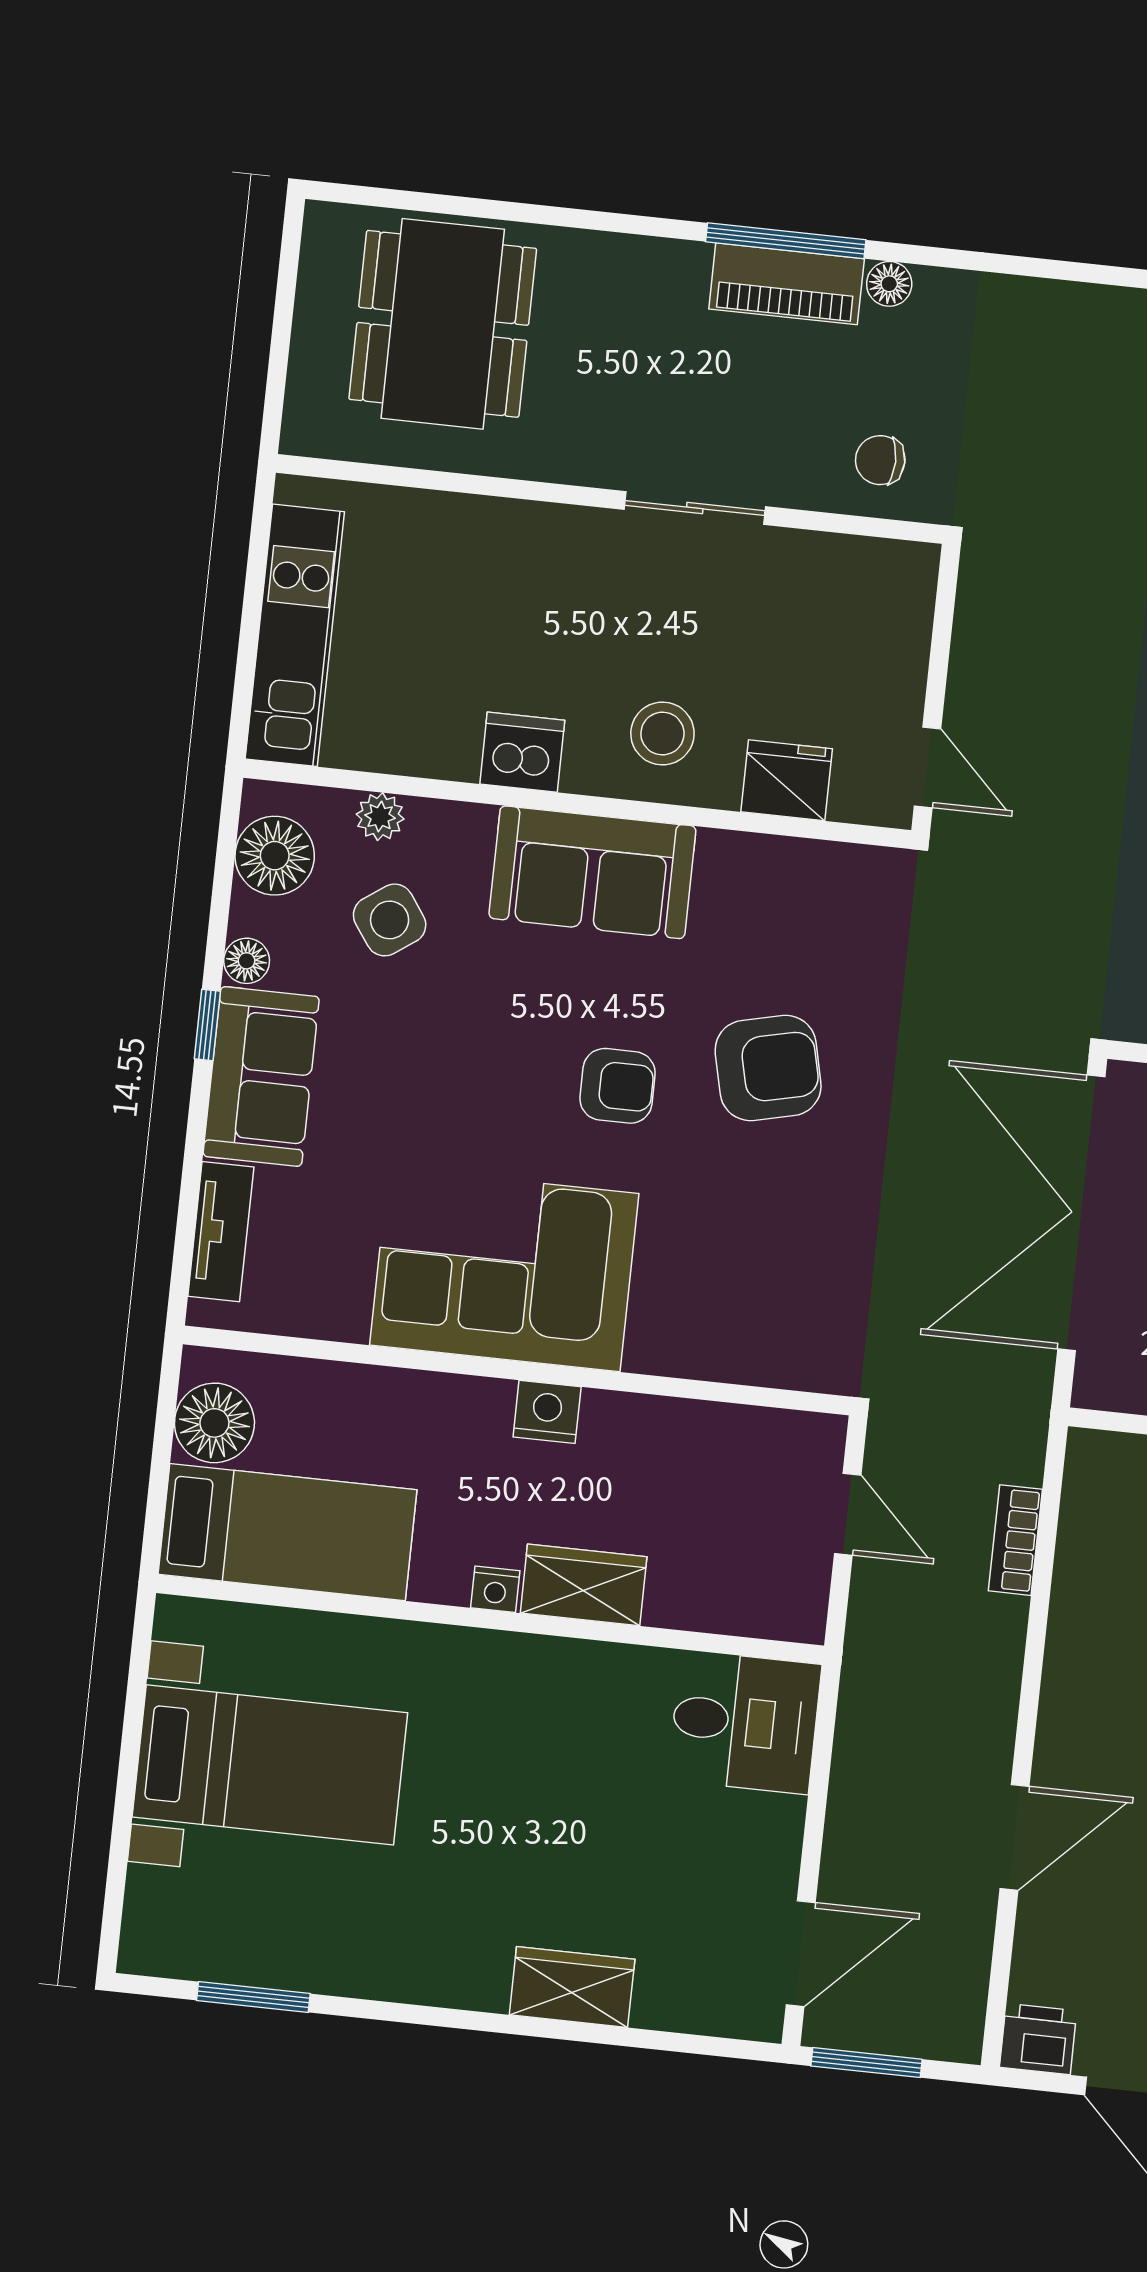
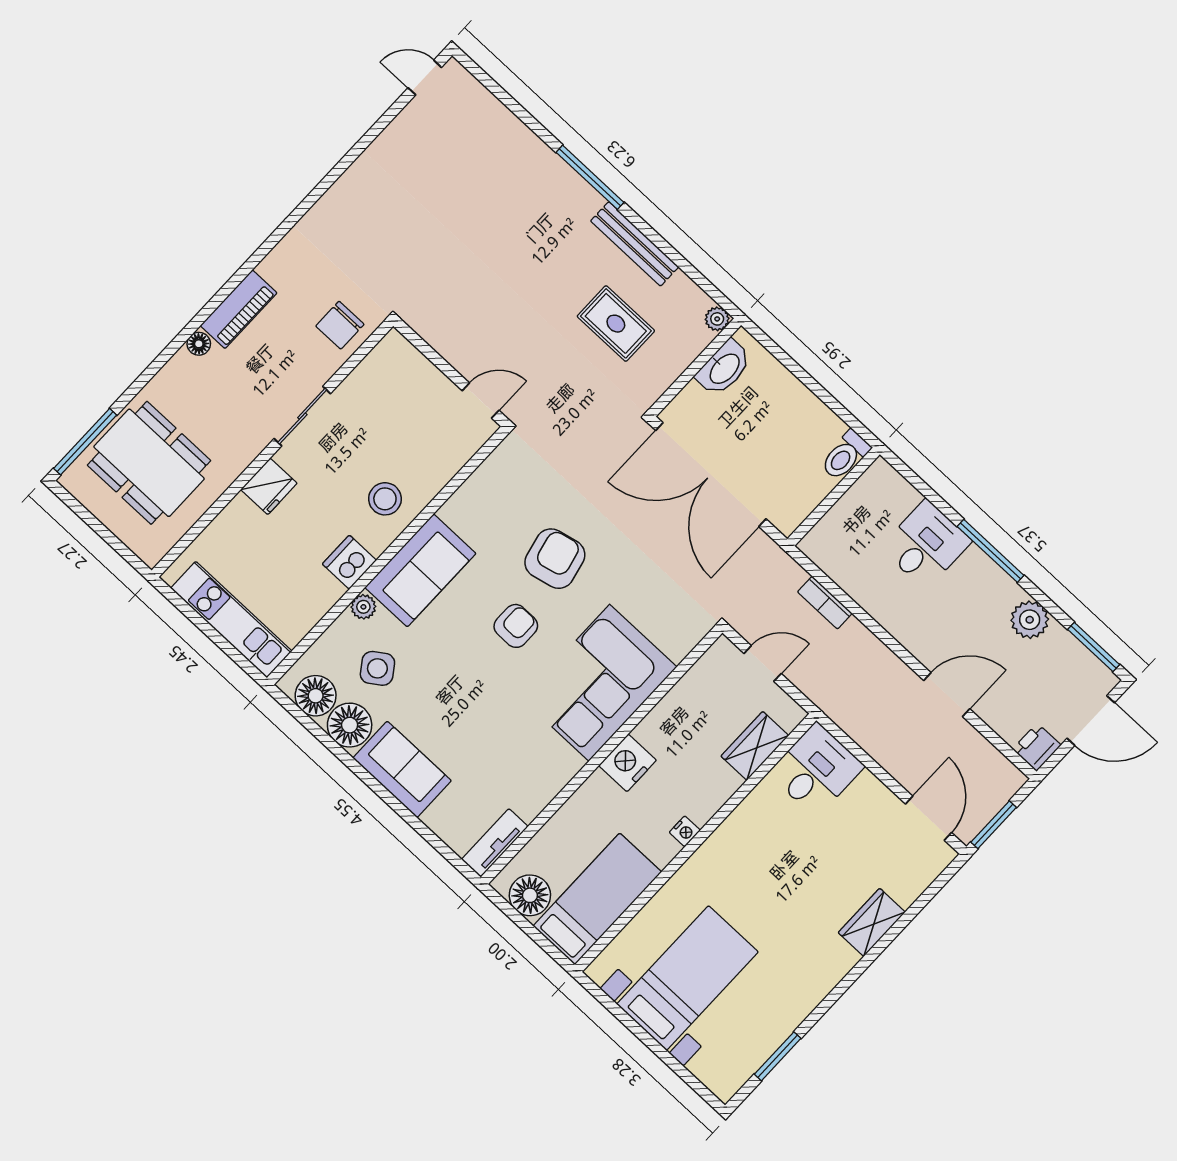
window: (786, 241) -> (85, 442), moved
floor lamp: (889, 284) -> (199, 344), moved
chair: (880, 460) -> (340, 325), width x1.37, depth x1.37
fridge: (787, 780) -> (269, 486), moved, turned 180
plant: (380, 817) -> (363, 607), moved
floor lamp: (247, 961) -> (350, 725), width x1.89, depth x1.89
window: (207, 1025) -> (364, 776), removed
tv unit: (221, 1232) -> (495, 843), moved, turned -90
corner sofa: (504, 1269) -> (599, 683), moved
nightstand: (547, 1412) -> (627, 763), width x1.36, depth x1.33
wardrobe: (584, 1585) -> (755, 746), moved
door: (1015, 1837) -> (947, 695), hinge flipped

